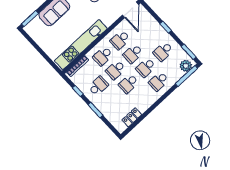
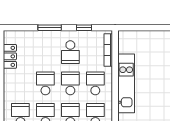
kitchen unit: (81, 45) -> (126, 83), width x0.73

